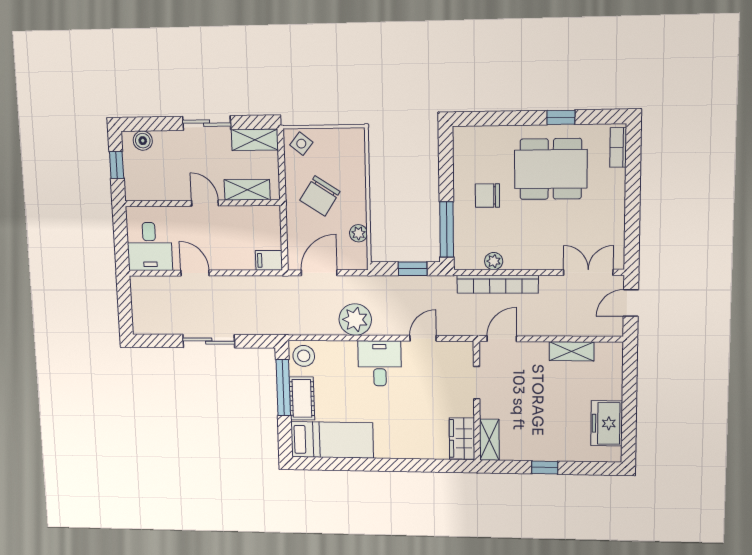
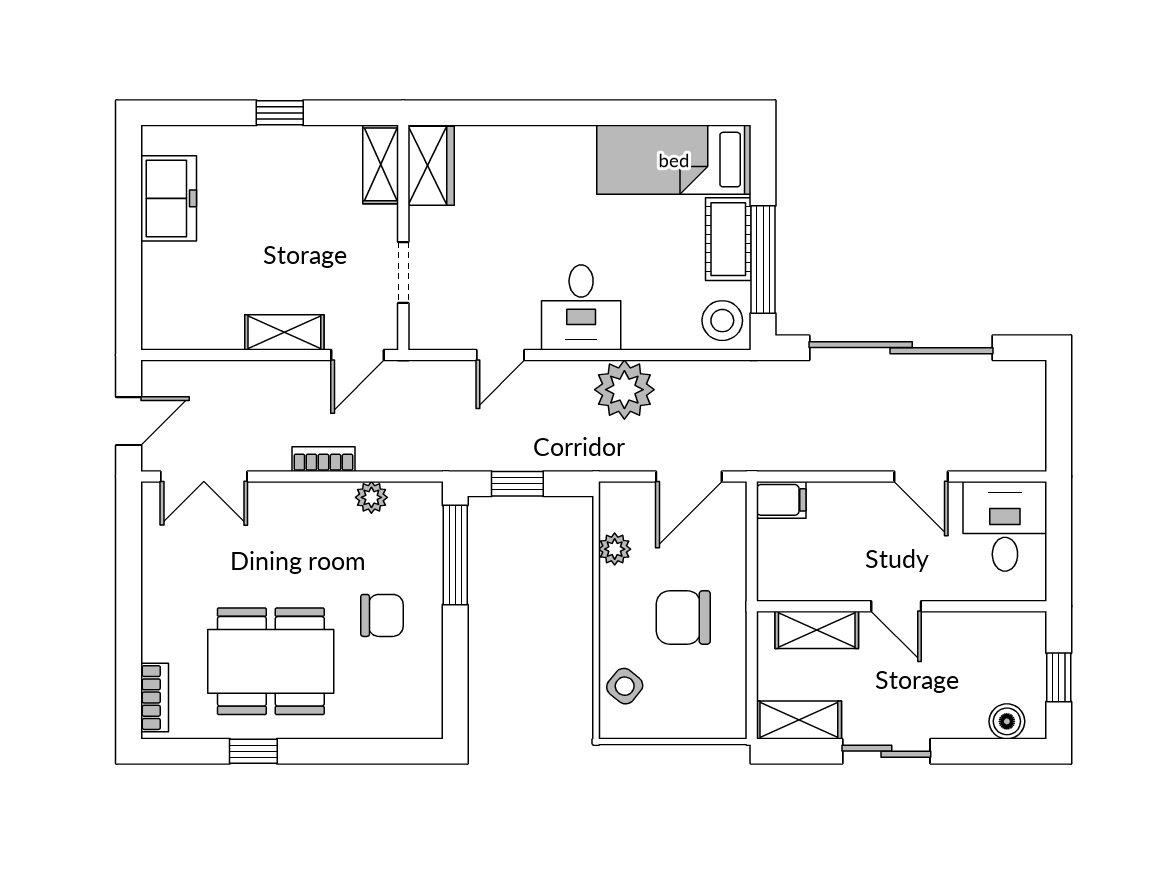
side table: (301, 144) -> (625, 686), moved
chair: (320, 196) -> (683, 617), turned -123
bookcase: (498, 284) -> (323, 459), width x0.43, depth x0.76
sliding door: (209, 341) -> (901, 348), width x1.86
shelving: (572, 351) -> (284, 332), moved

